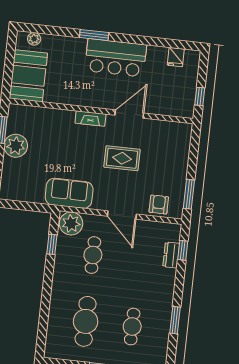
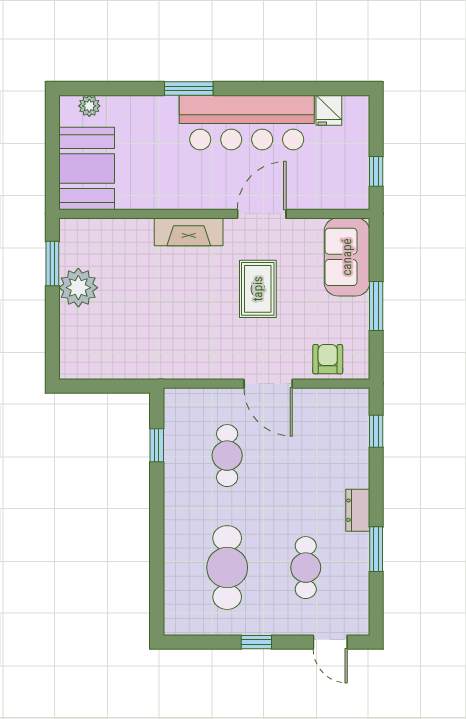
bar counter: (116, 58) -> (247, 122), width x1.36
fireplace: (90, 119) -> (189, 232), width x1.37, depth x1.32
rug: (122, 158) -> (258, 289), turned 90
sofa: (69, 193) -> (347, 257), moved, turned -90
window: (189, 194) -> (376, 306), moved
plant: (71, 223) -> (185, 407), removed
dresser: (171, 255) -> (358, 510), moved

